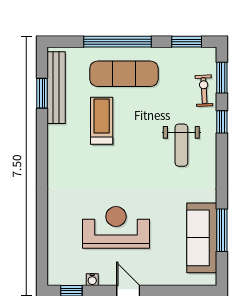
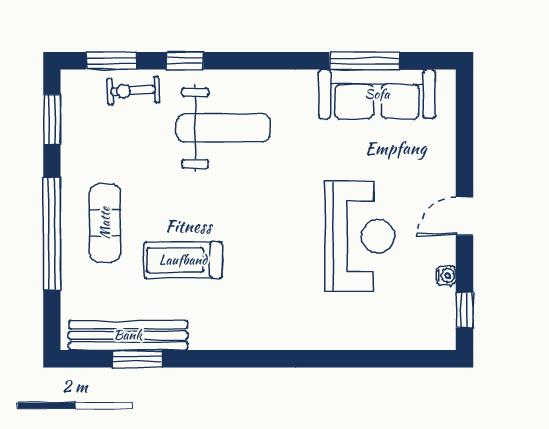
exercise mat: (124, 74) -> (105, 223), width x0.73, depth x0.69
weight bench: (181, 145) -> (223, 128), width x1.36, depth x1.33
reception desk: (116, 227) -> (360, 236), turned 180

